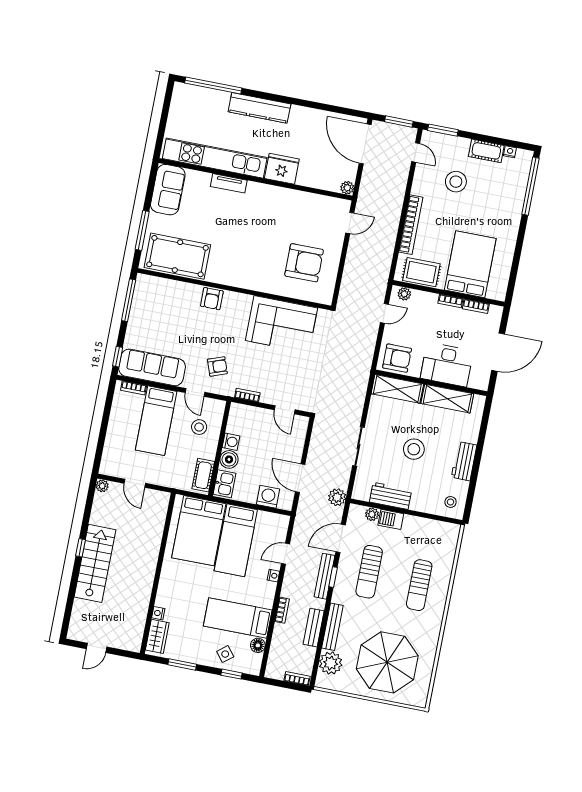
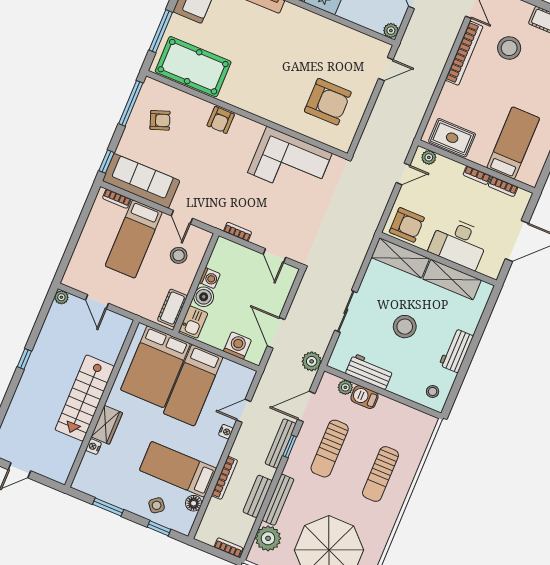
bookcase: (411, 225) -> (464, 53), moved
bed: (470, 264) -> (513, 143), width x0.67
armchair: (217, 366) -> (160, 120), moved
stairs: (95, 563) -> (85, 398), moved, turned 180
bookcase: (282, 610) -> (224, 478), width x1.56
wardrobe: (157, 636) -> (107, 425), moved

